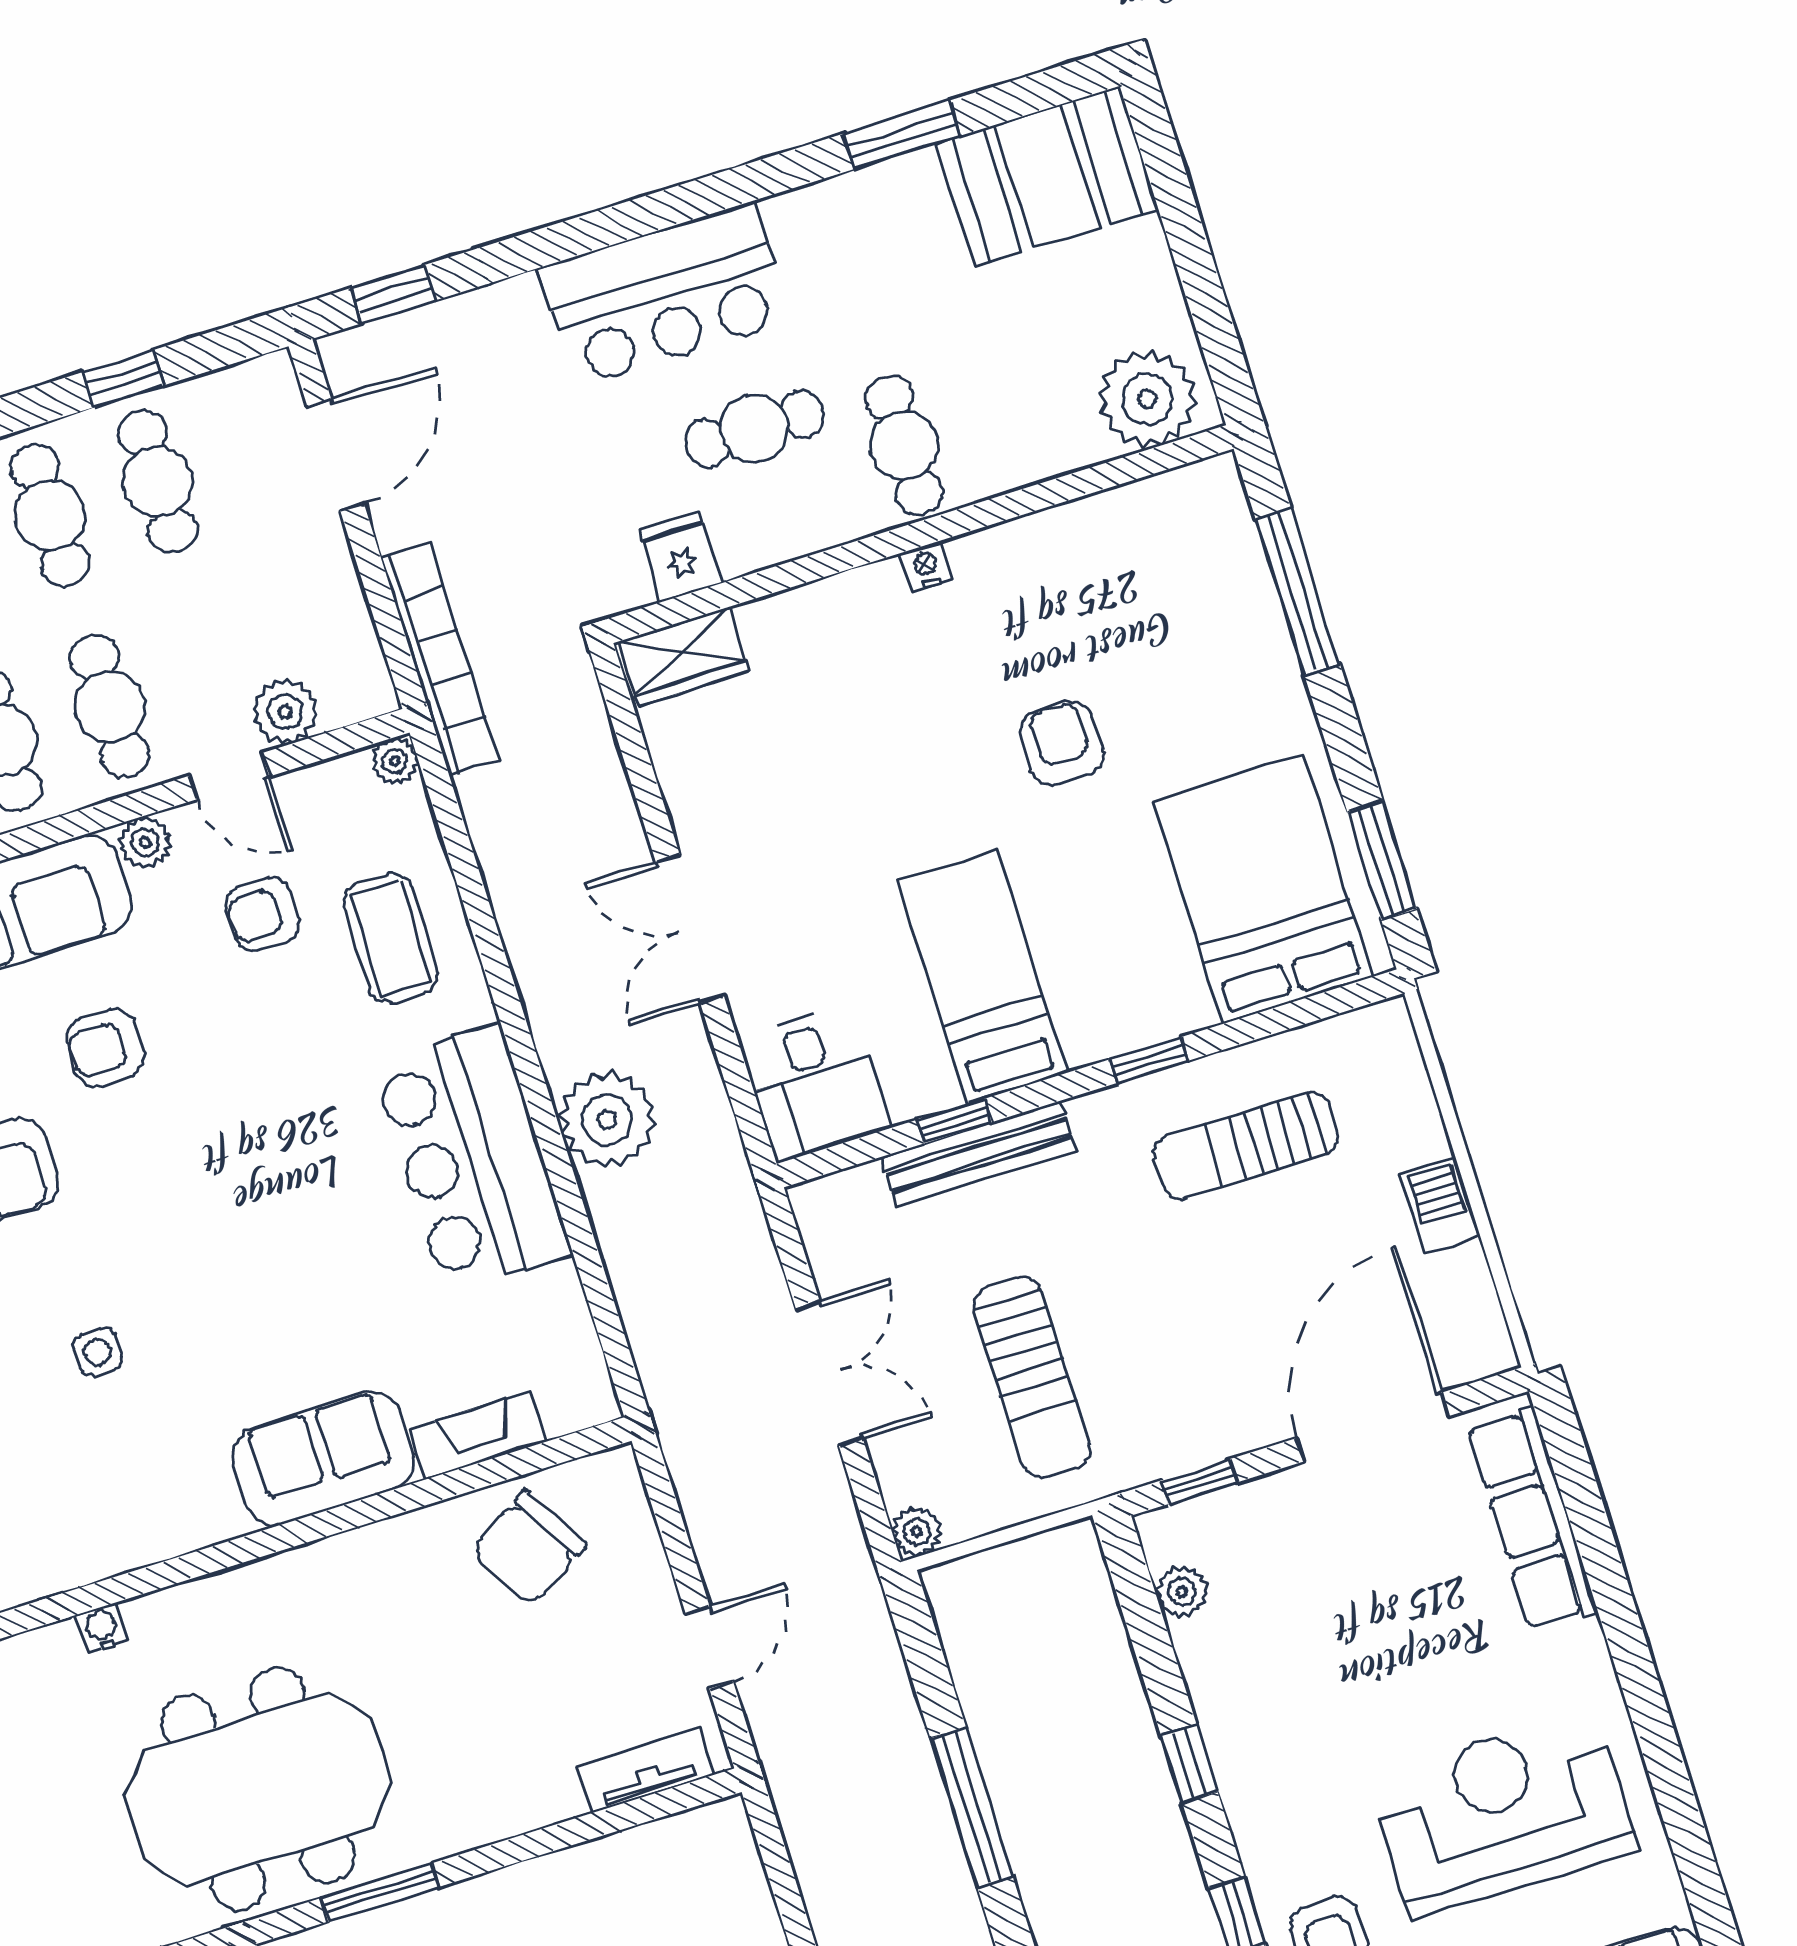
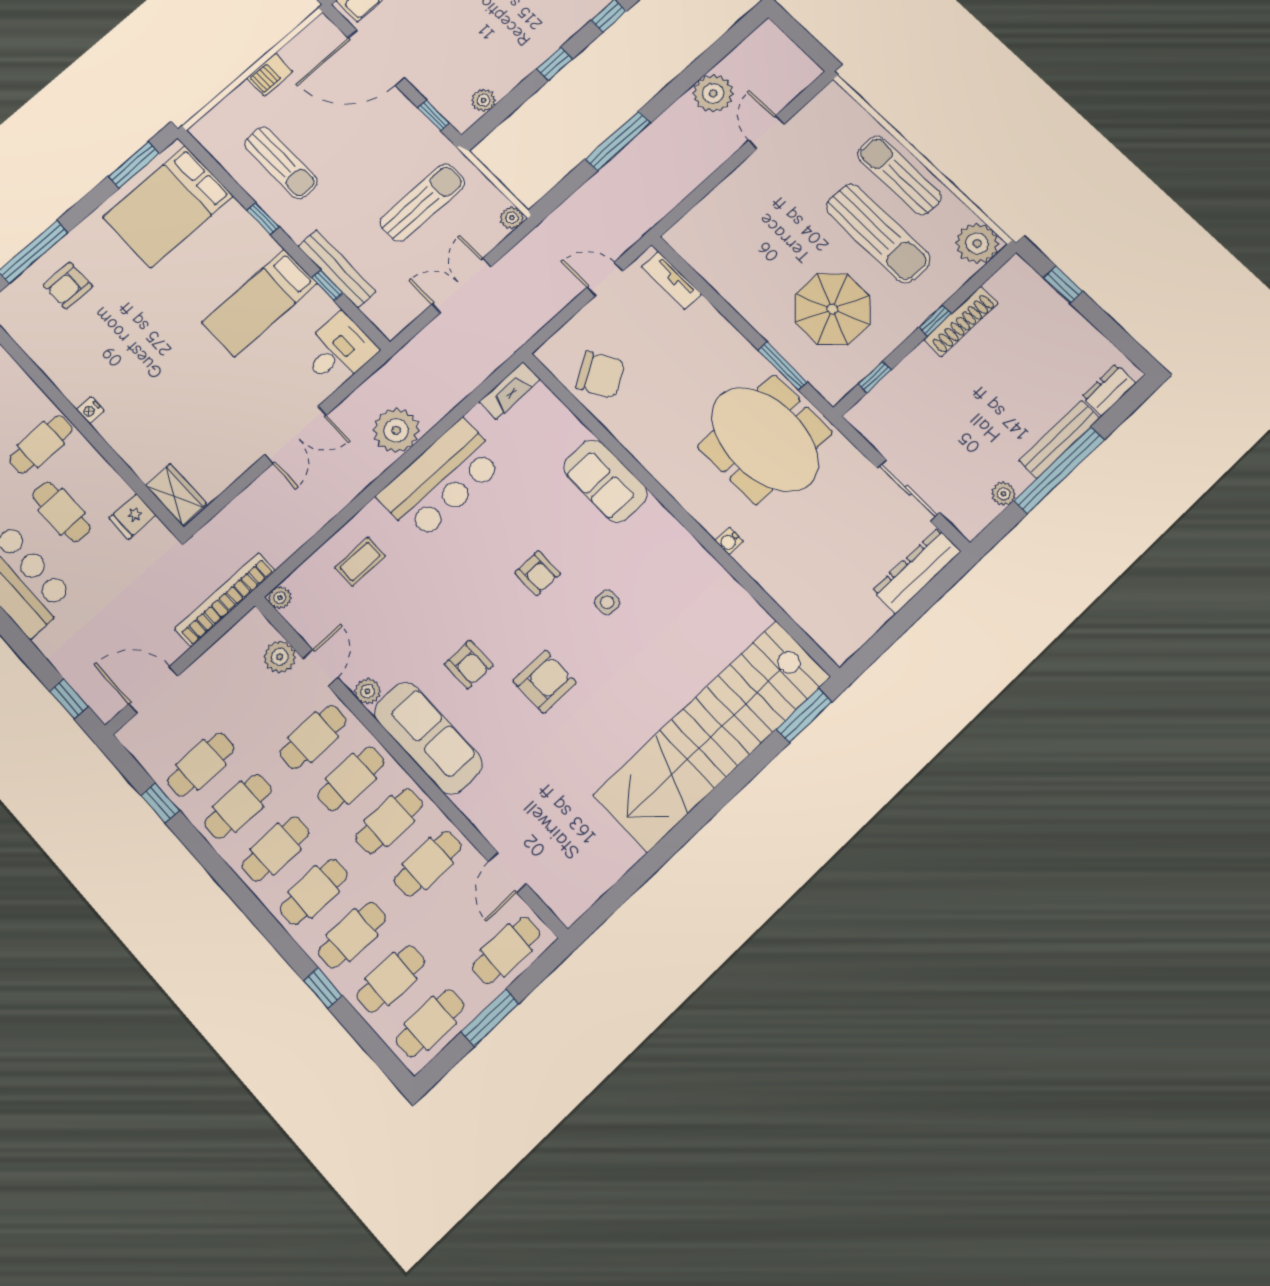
armchair: (1062, 743) -> (68, 286), moved
armchair: (263, 914) -> (538, 573), moved
coffee table: (391, 938) -> (360, 562), width x0.73, depth x0.77
fireplace: (478, 1435) -> (510, 391), moved, turned -90

